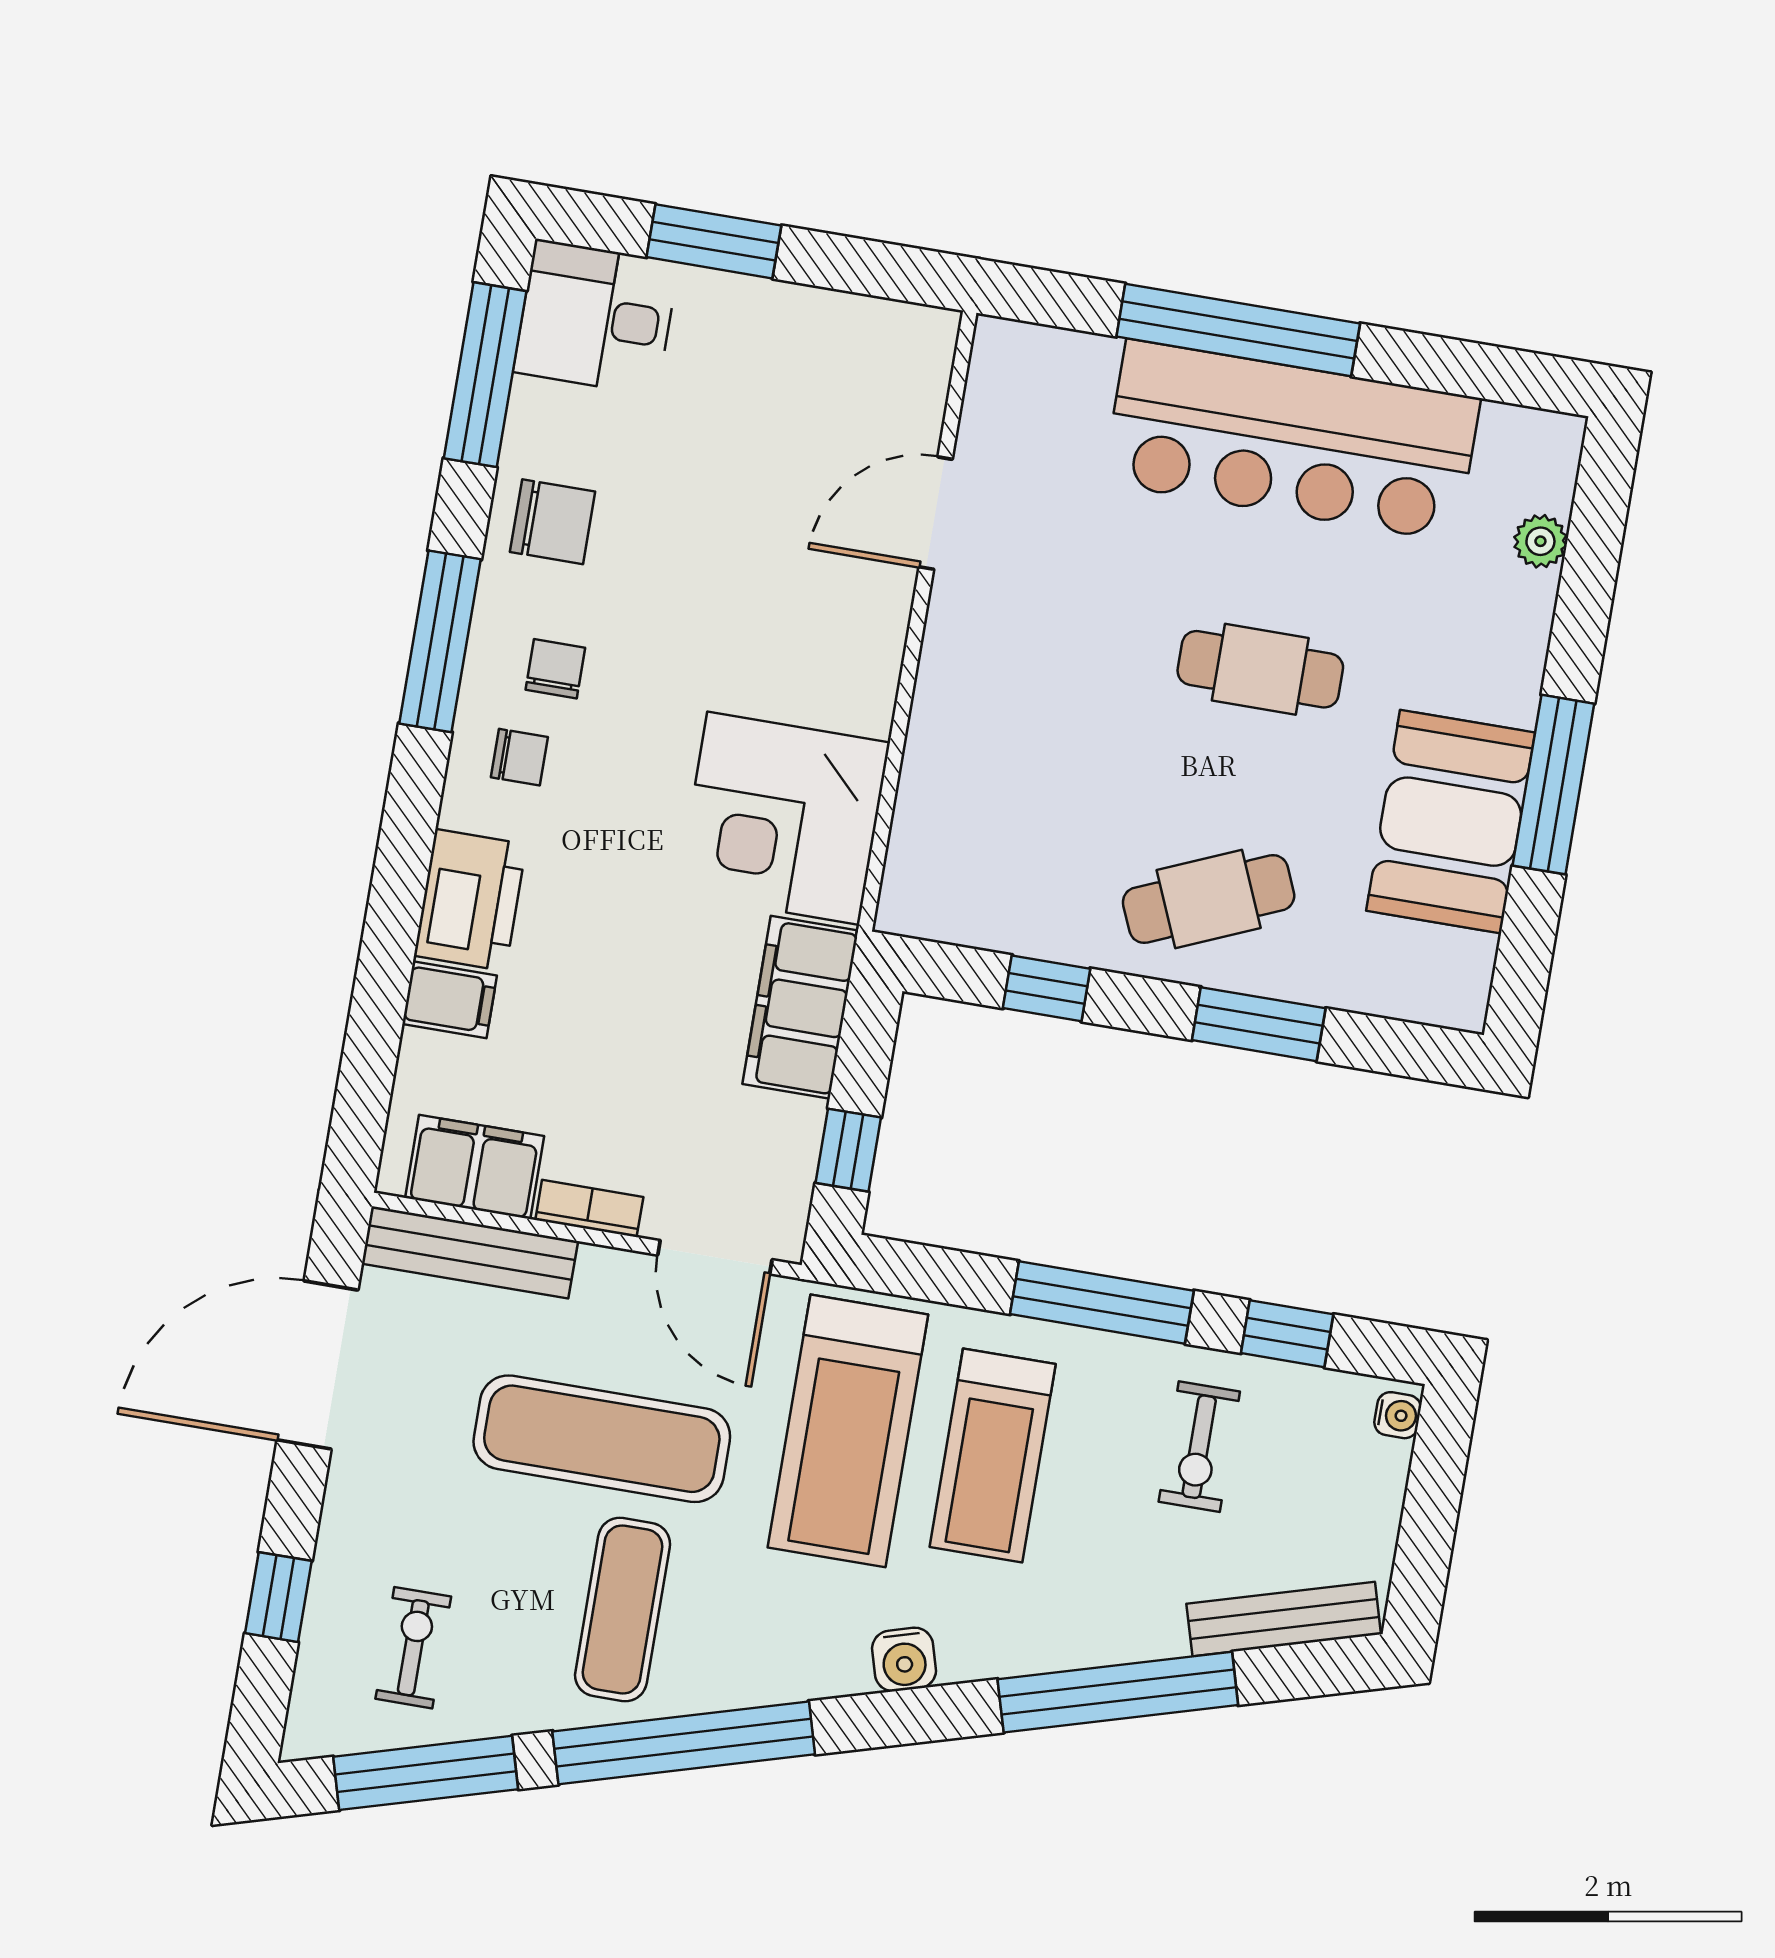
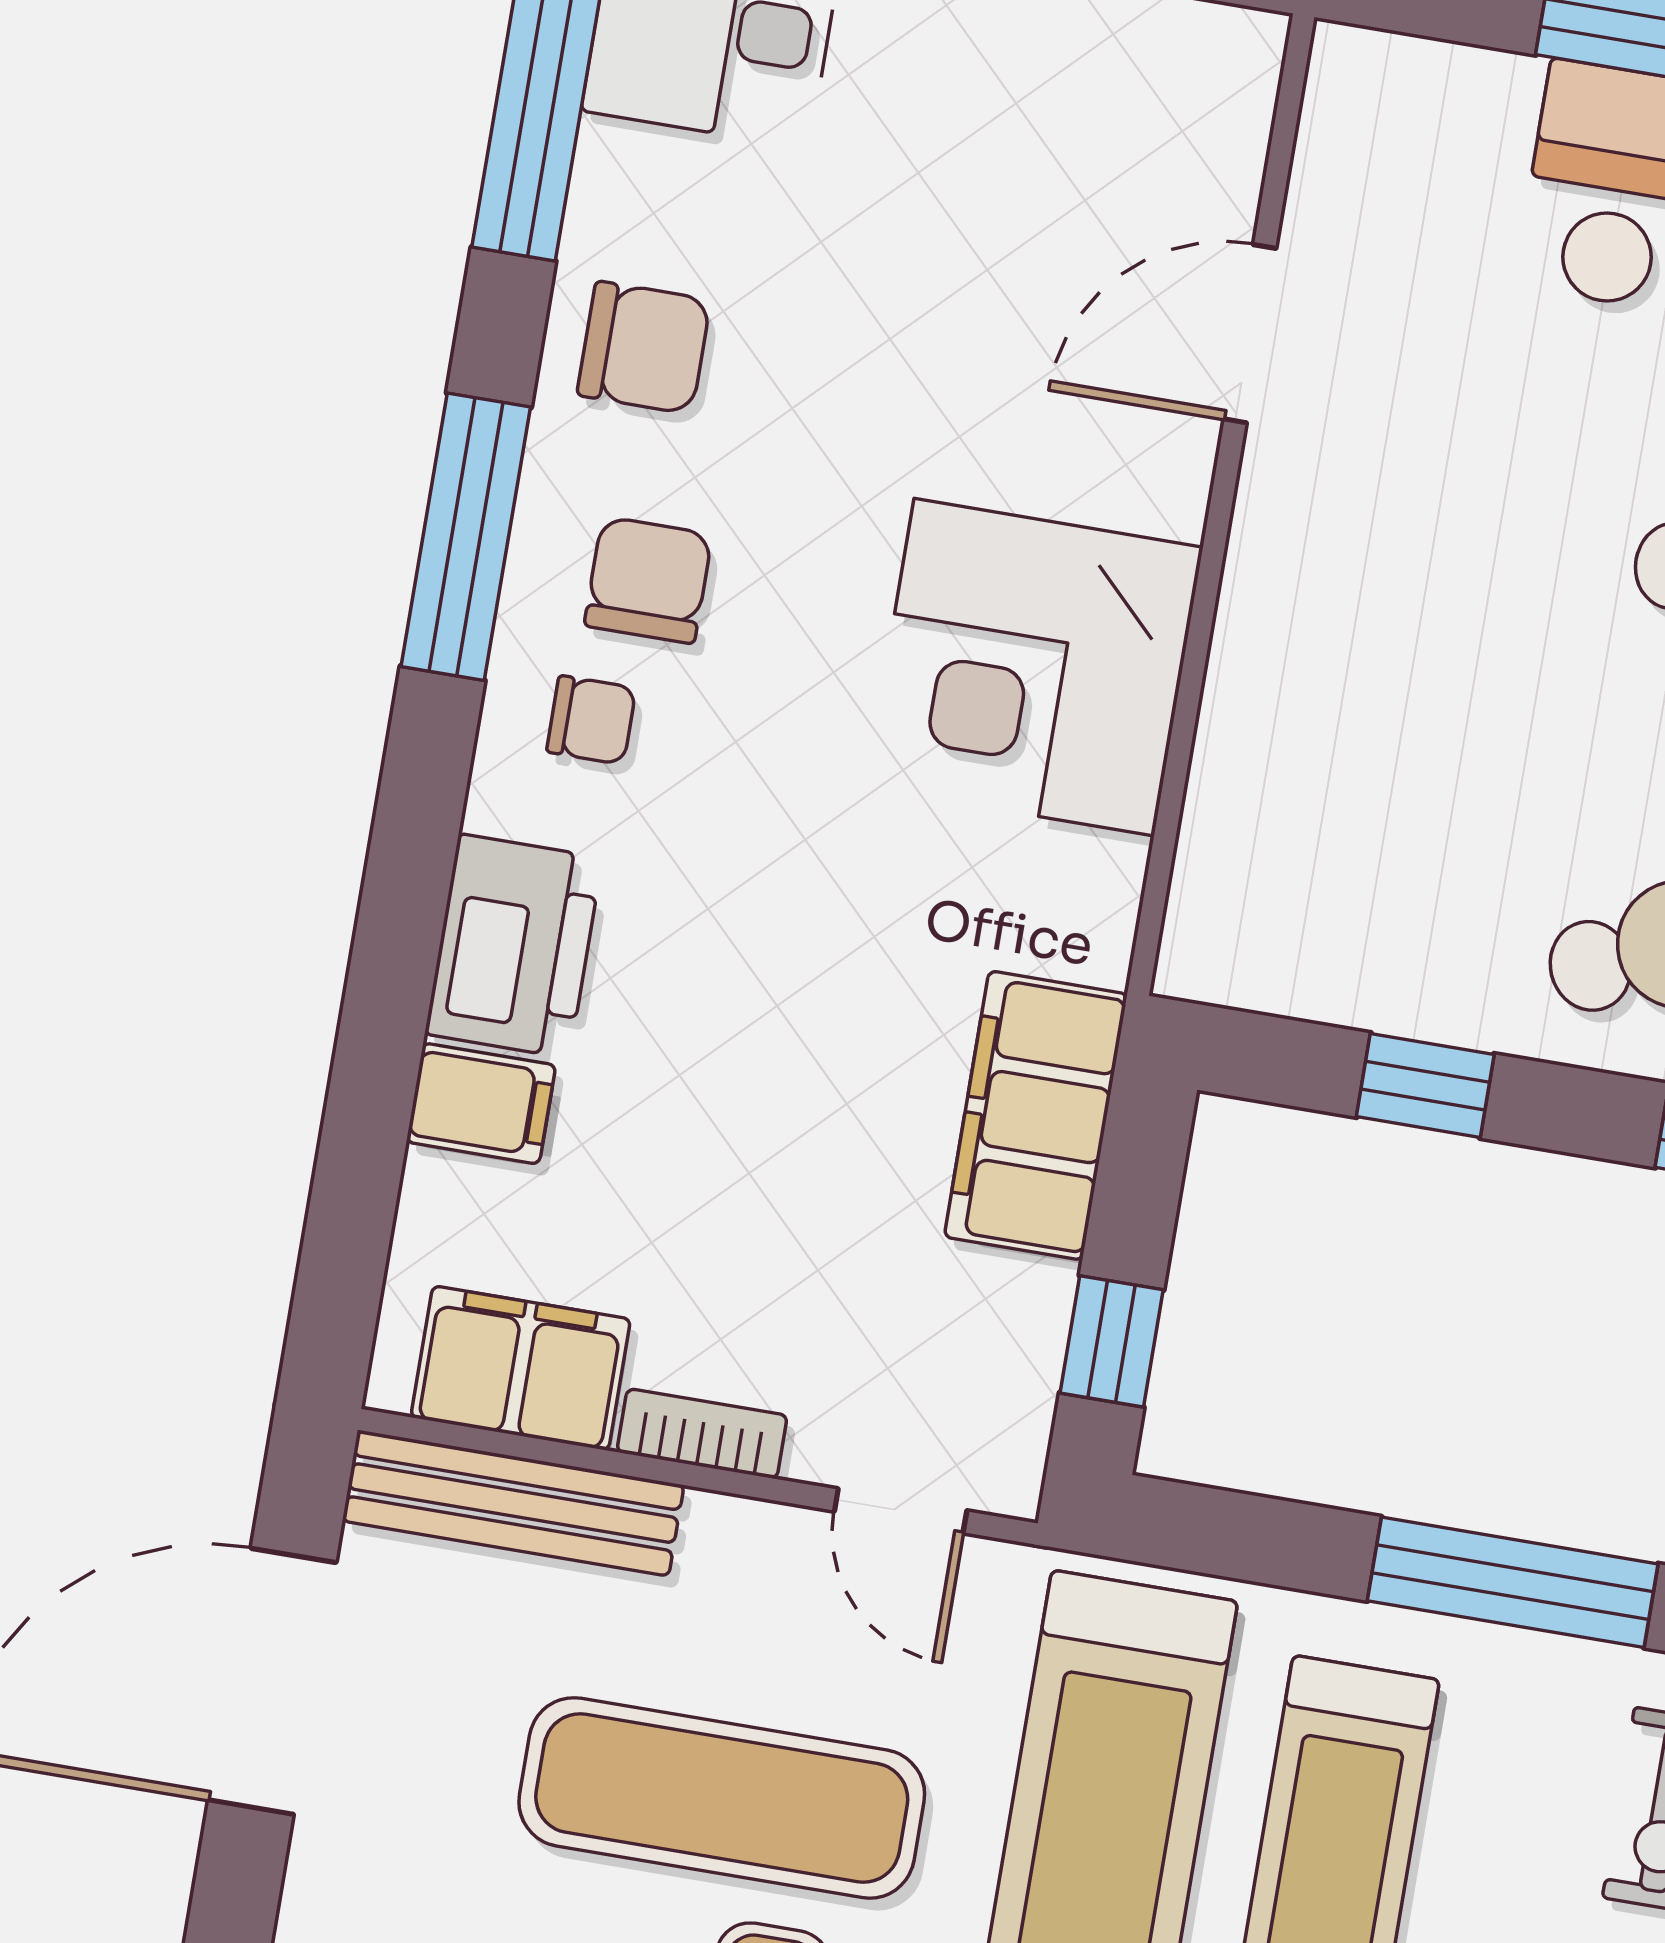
chair: (555, 669) -> (648, 580), width x1.37, depth x1.37
corner desk: (783, 818) -> (1034, 667), moved
door: (715, 1257) -> (901, 1511), width x0.73

